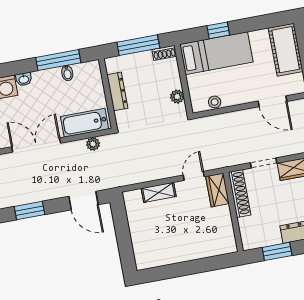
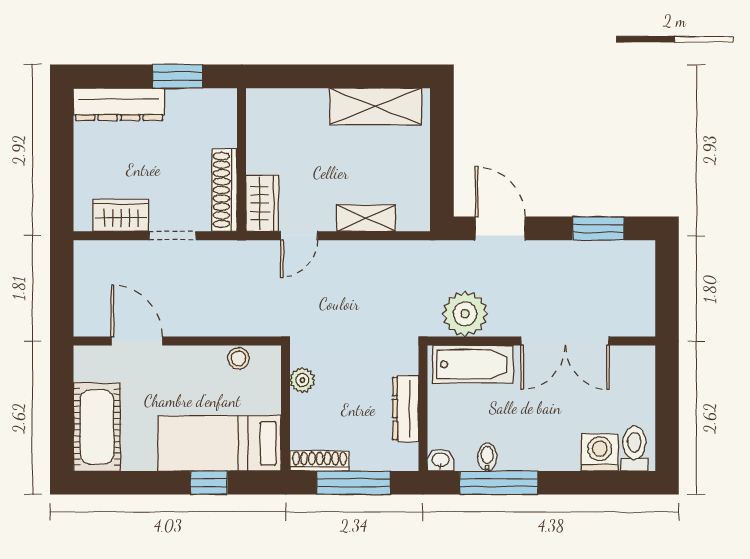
shoe rack: (164, 53) -> (320, 461), width x1.43
washbasin: (24, 79) -> (441, 460), moved
plant: (93, 144) -> (465, 314), width x1.87, depth x1.87
shelving: (165, 255) -> (376, 106), added

